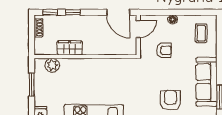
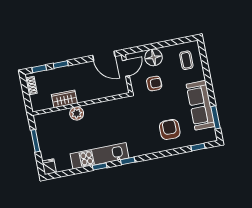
floor lamp: (173, 20) -> (154, 57), width x1.89, depth x1.89
plant: (52, 65) -> (77, 113), moved

